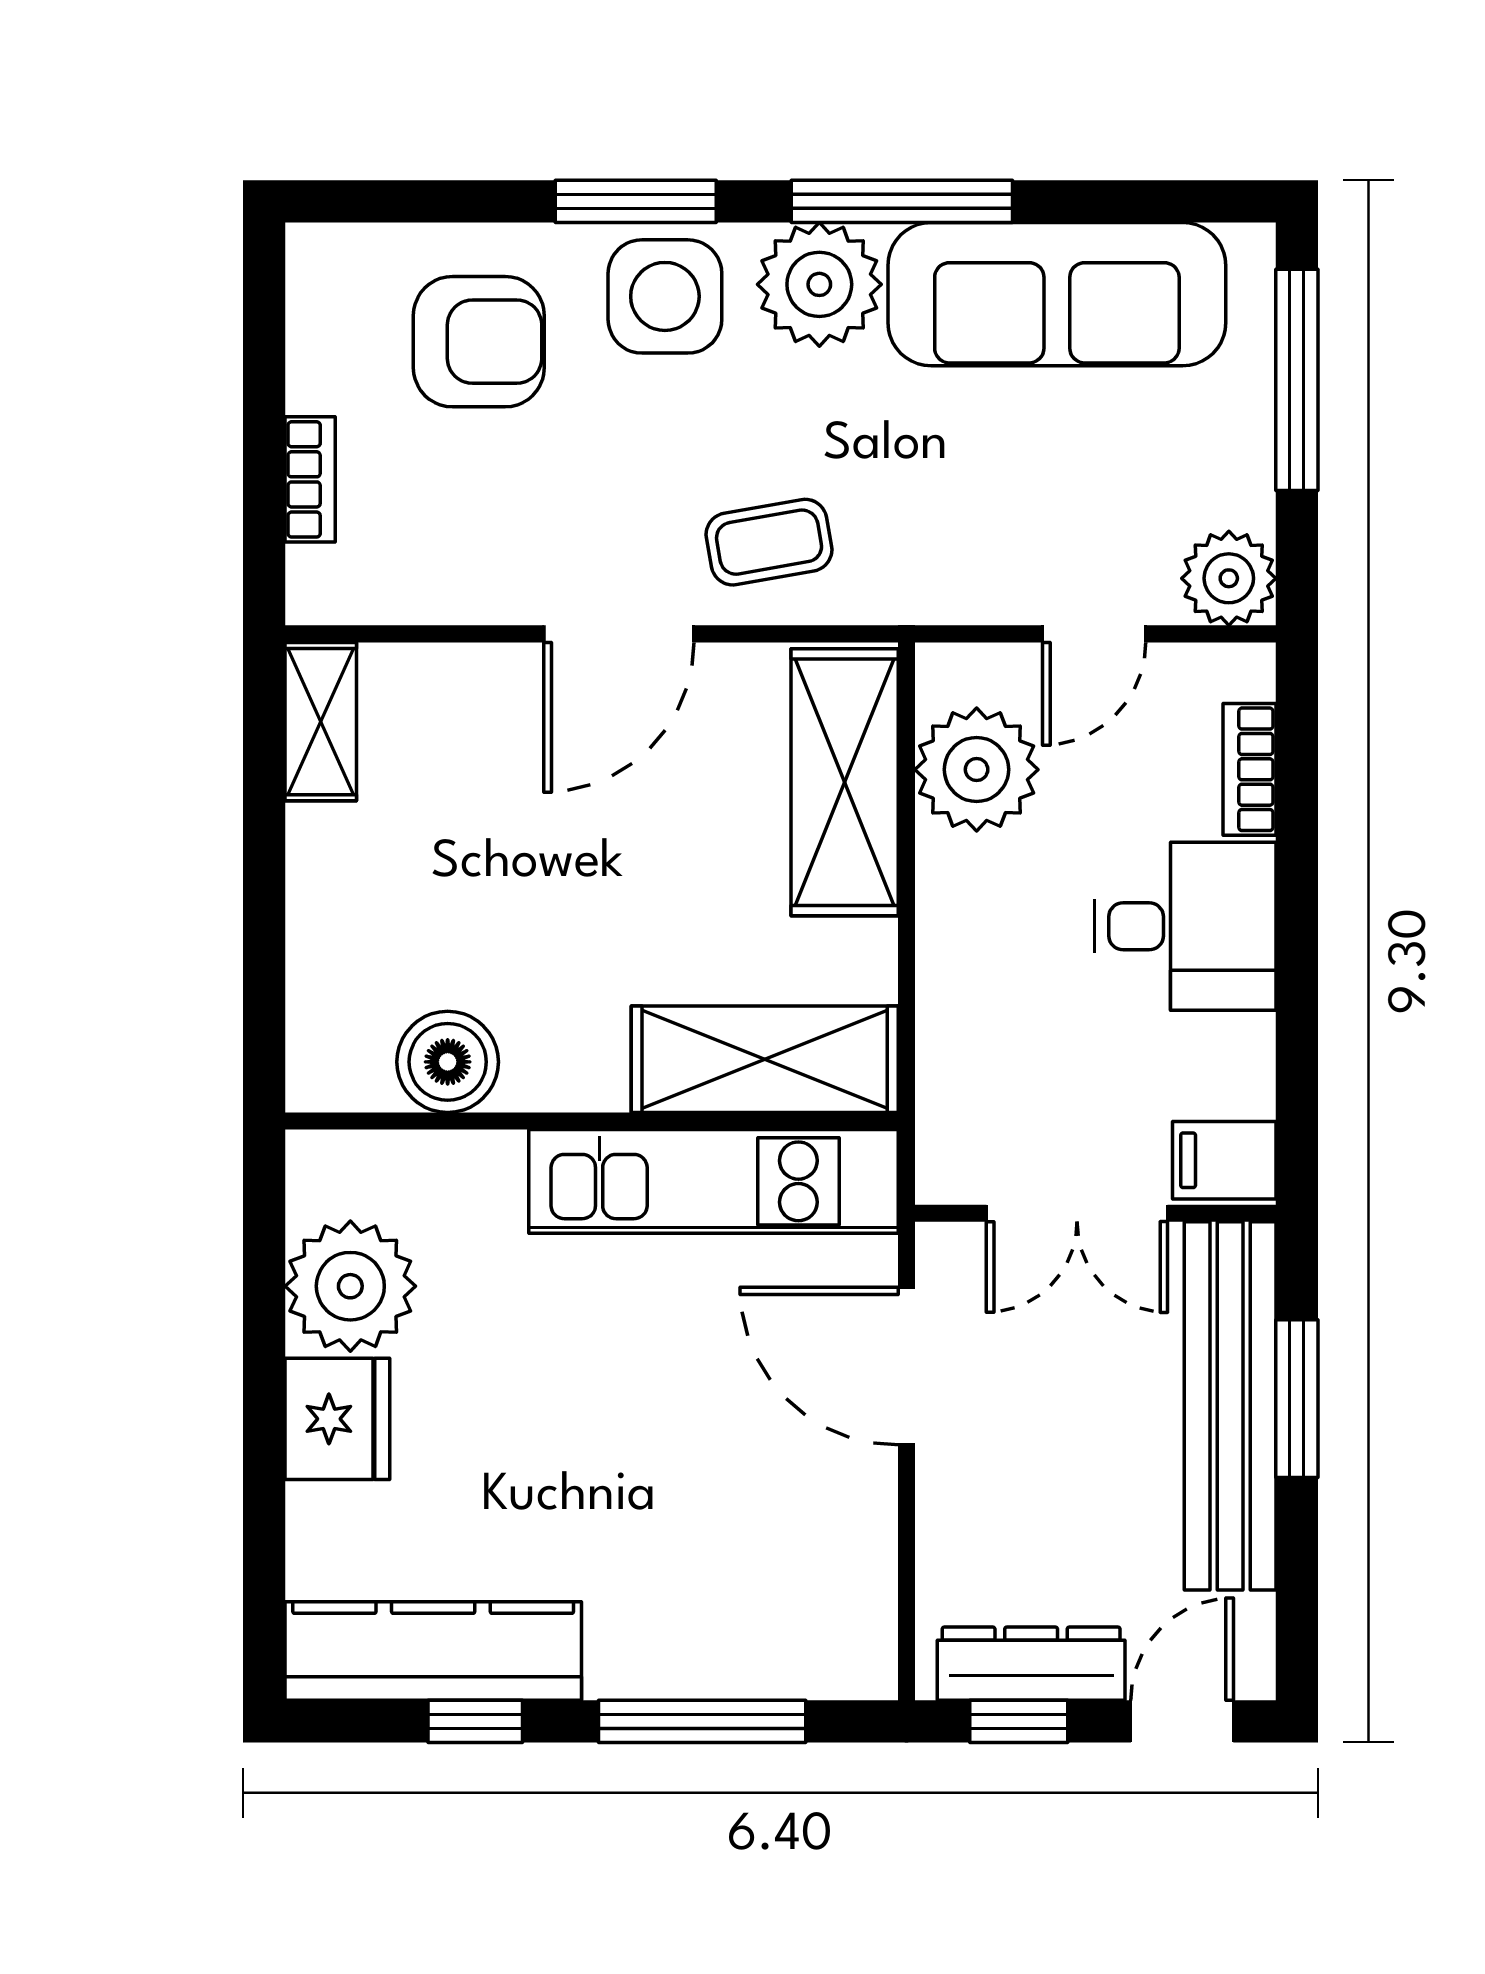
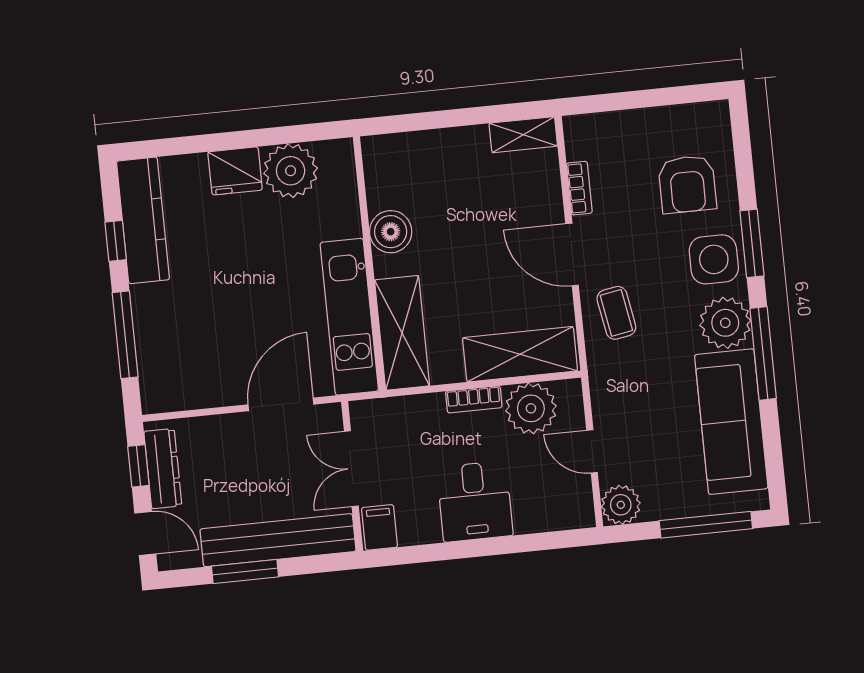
bookcase: (310, 479) -> (579, 188), moved, turned -90
bookcase: (1250, 769) -> (474, 399), moved, turned 180
boiler: (448, 1062) -> (391, 232), moved
window: (1297, 1399) -> (245, 572), moved

